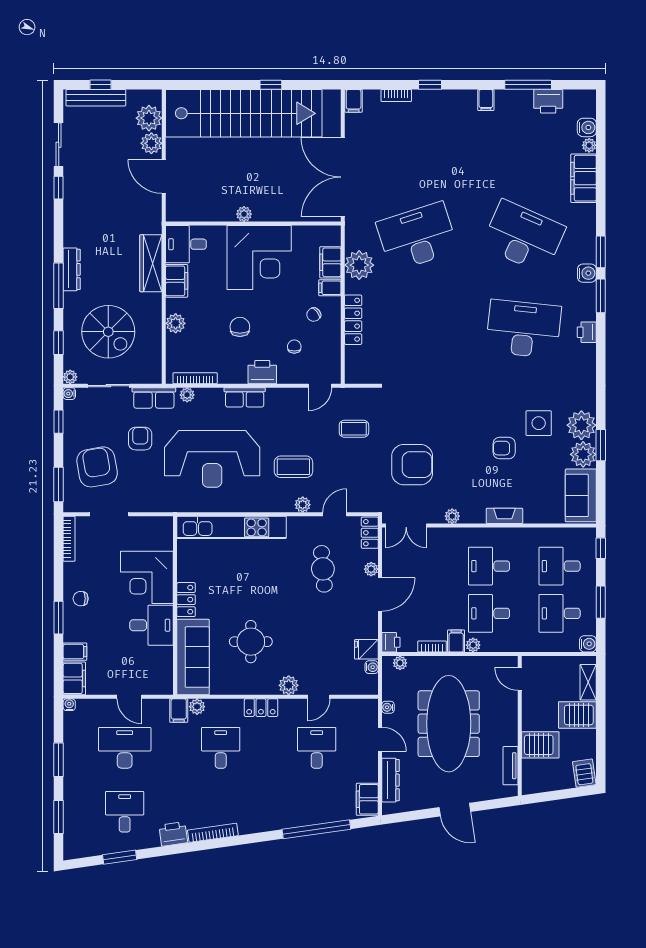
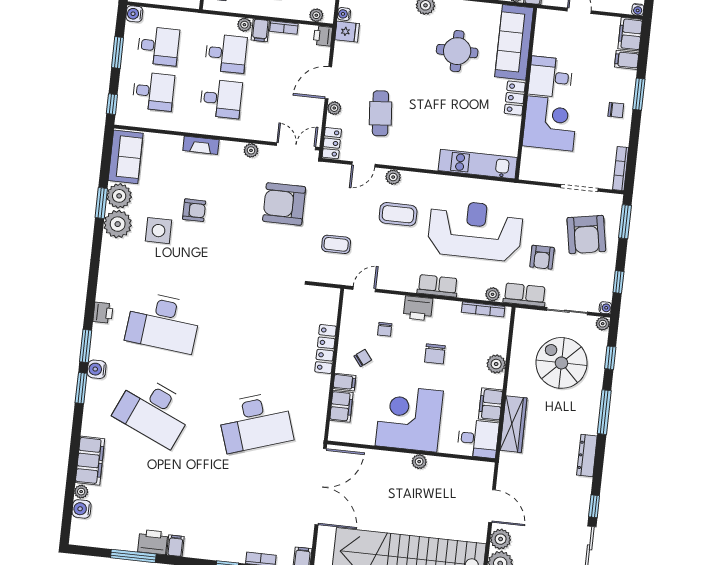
printer: (548, 101) -> (153, 542), moved
plant: (359, 265) -> (314, 401), removed
dresser: (72, 269) -> (587, 456), moved
kitchen unit: (231, 527) -> (478, 164), width x0.73

